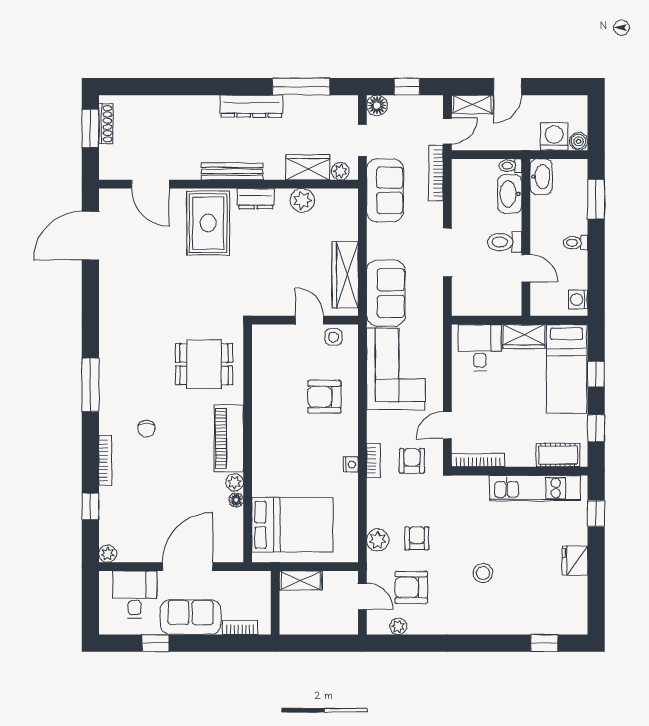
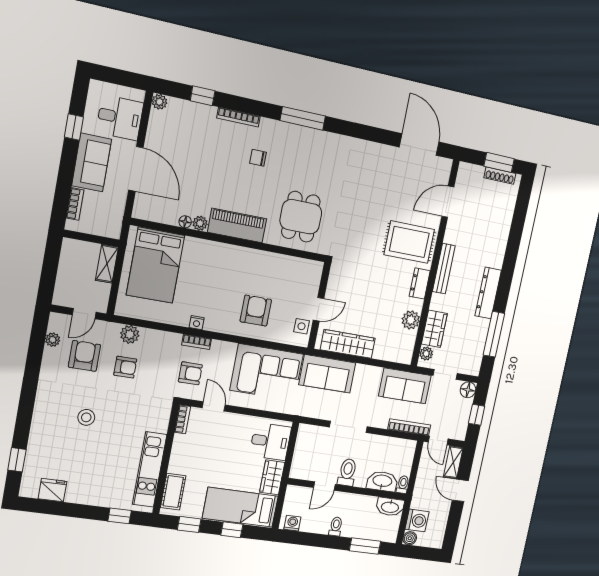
bookcase: (478, 460) -> (182, 419), width x0.64
fridge: (575, 561) -> (53, 490), moved

